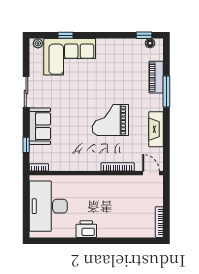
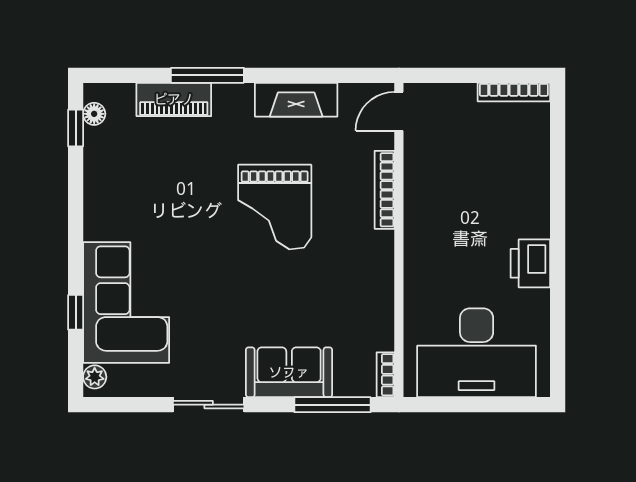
window: (26, 145) -> (333, 405), width x2.17

